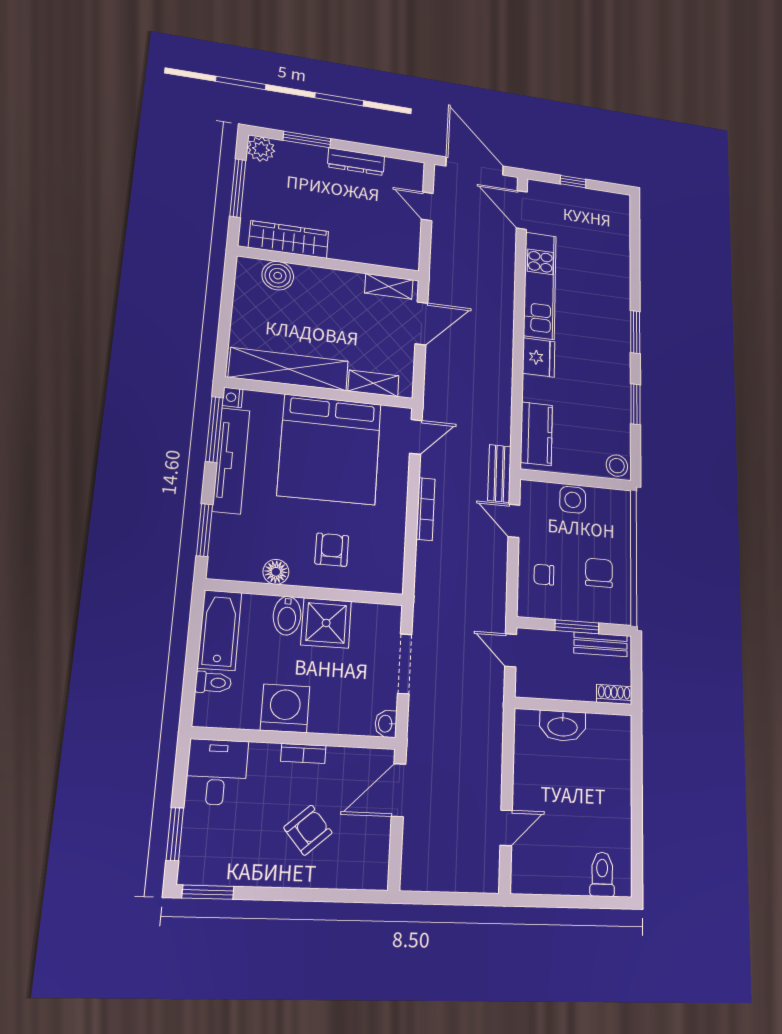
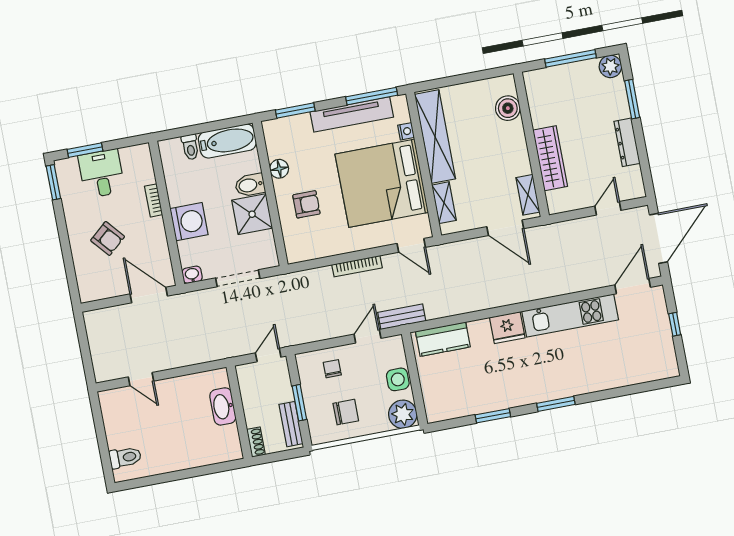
wardrobe: (289, 240) -> (550, 158), moved
nightstand: (233, 397) -> (406, 131), moved, turned 90
stool: (617, 466) -> (436, 410), removed
plant: (614, 506) -> (403, 414), added
washing machine: (285, 708) -> (189, 222), moved
bookcase: (303, 753) -> (154, 200), moved
desk: (217, 772) -> (101, 174), moved, turned -90

